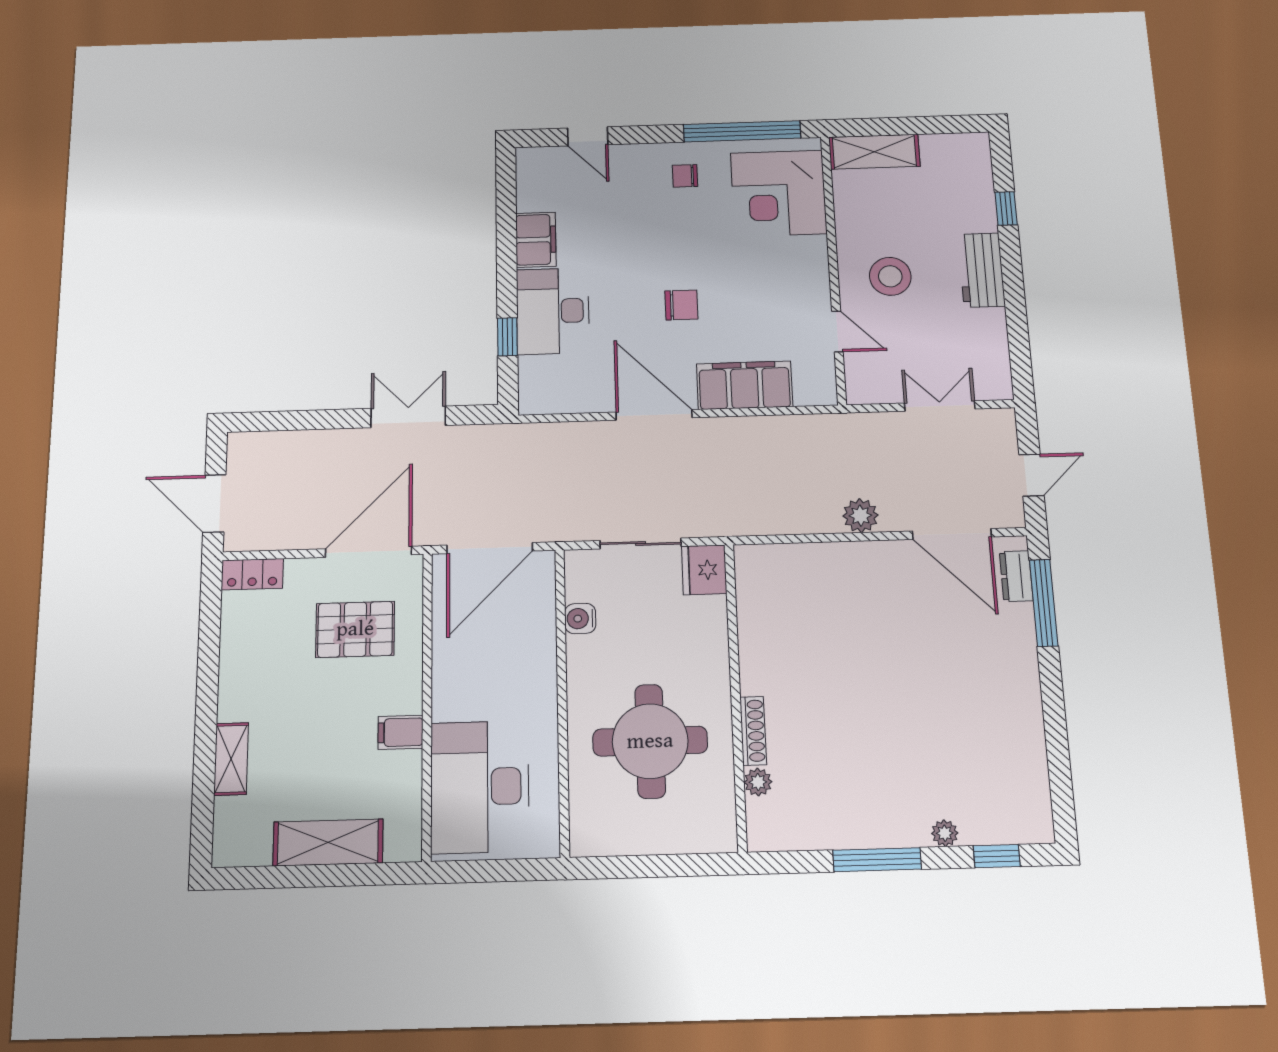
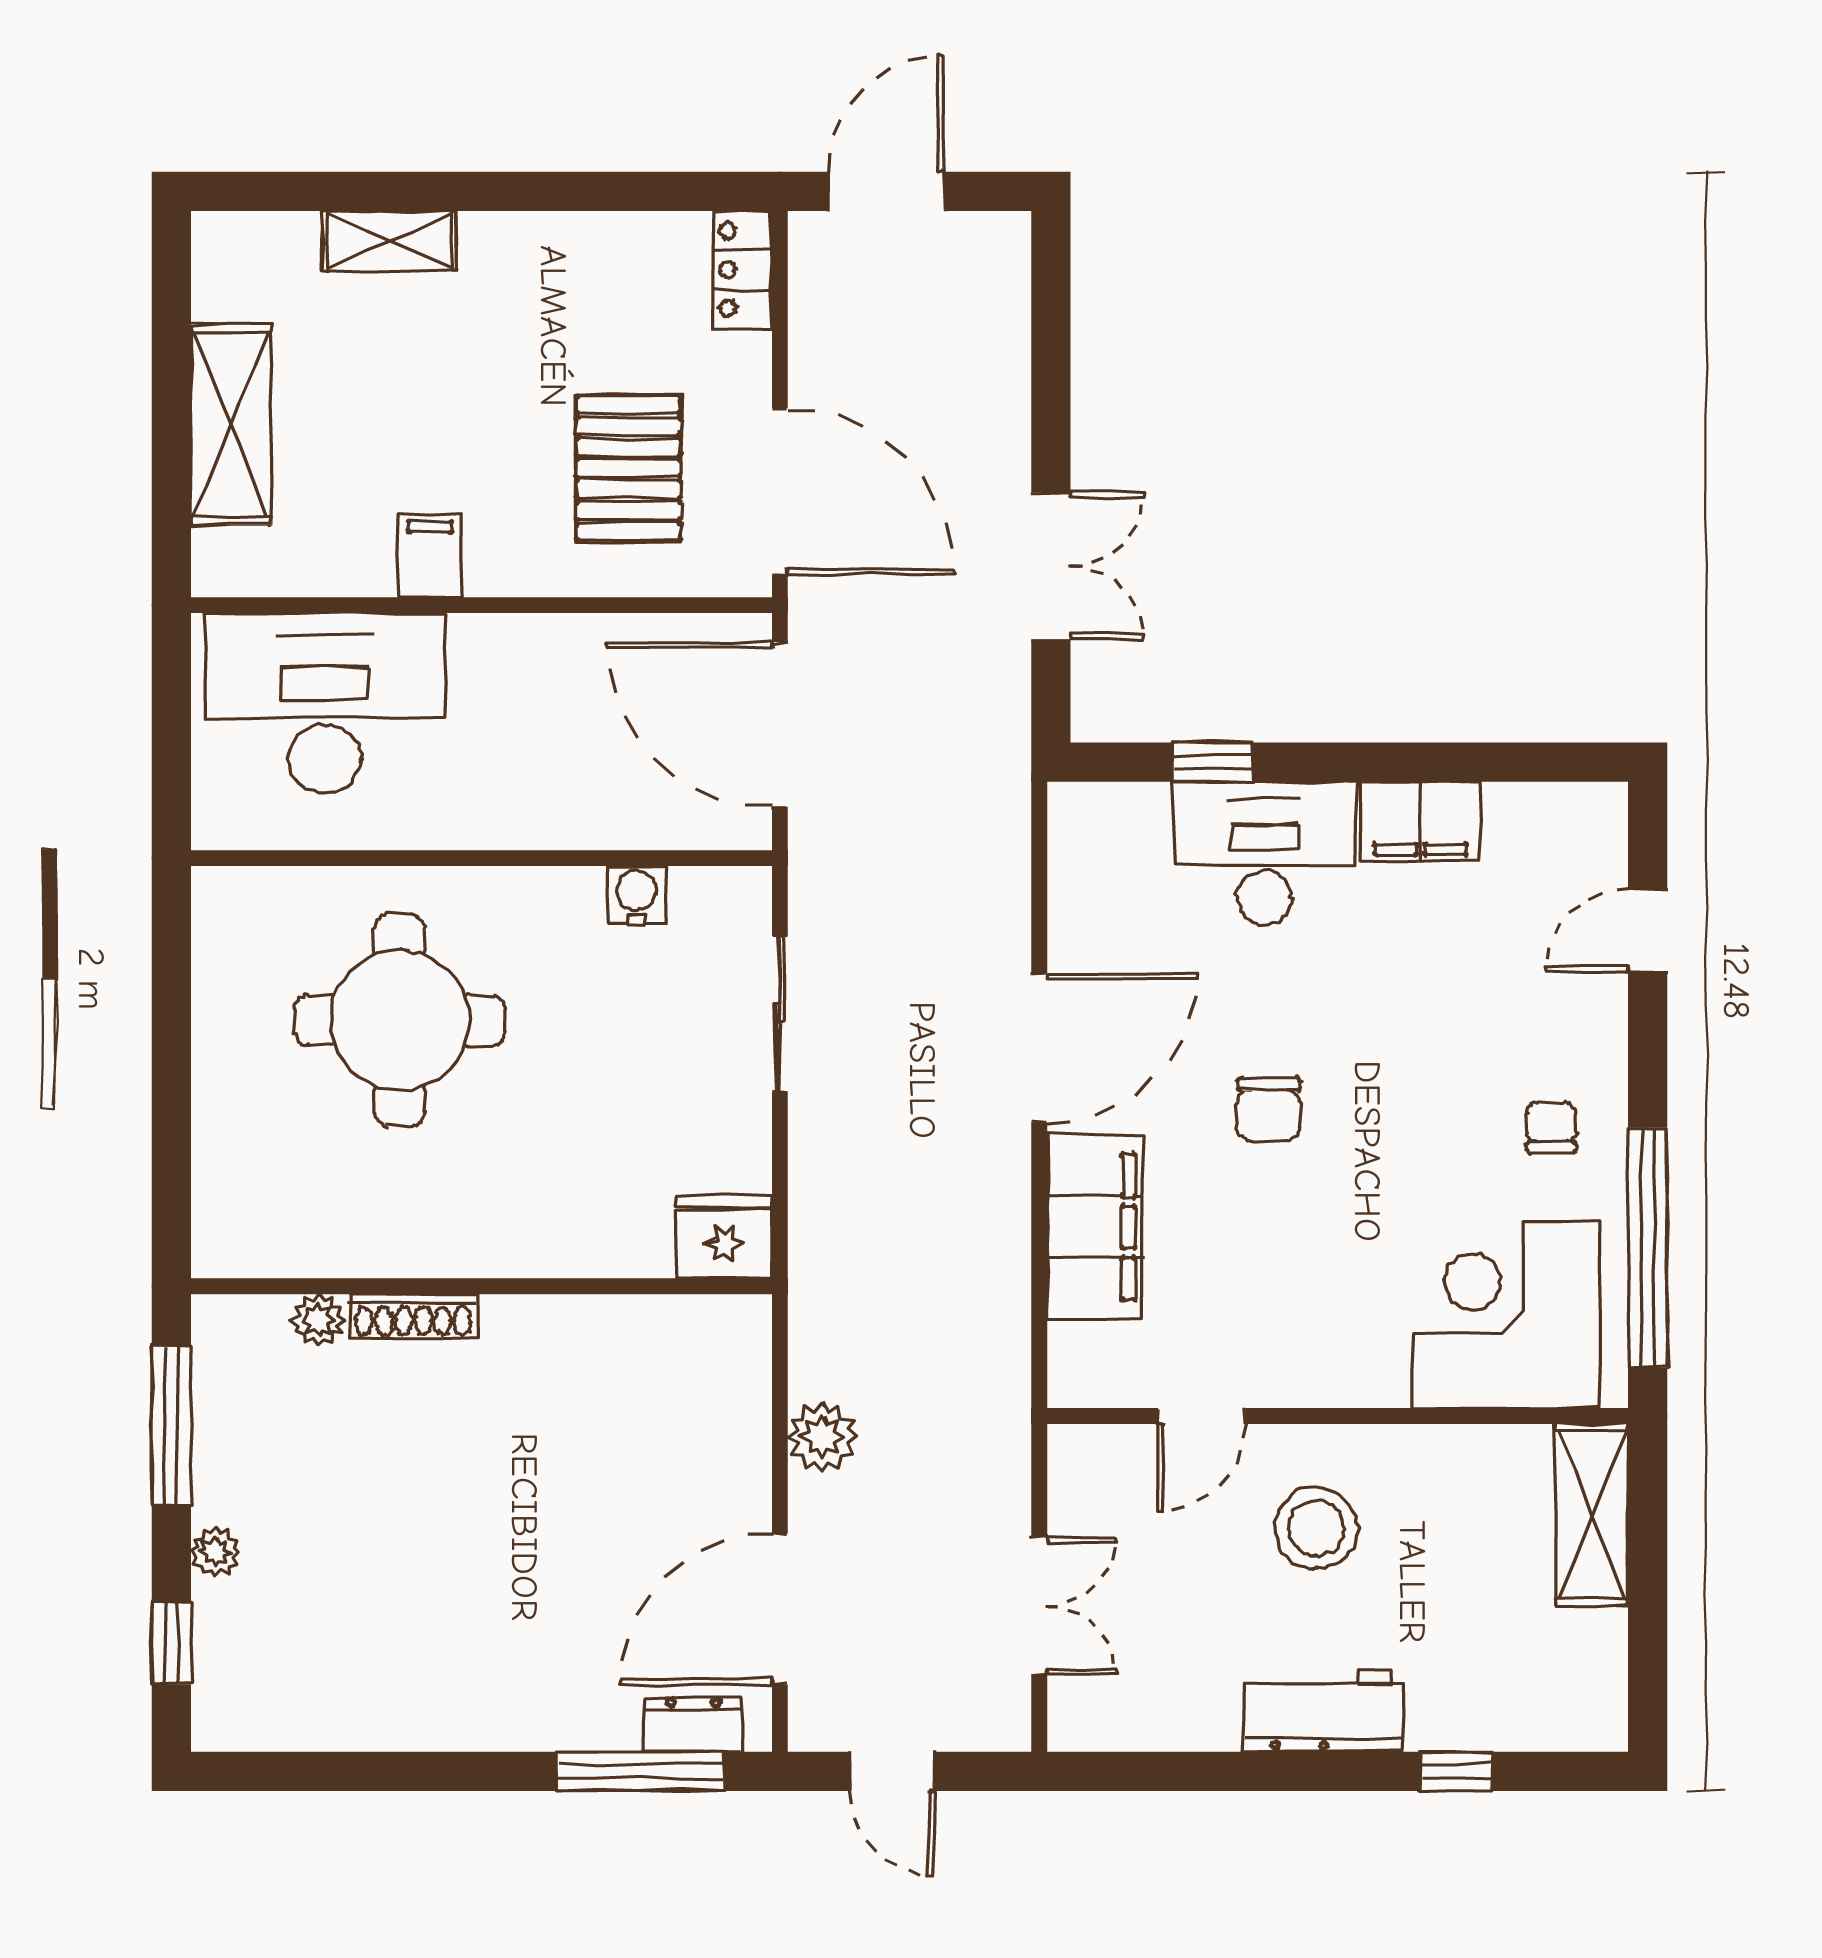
fridge: (704, 570) -> (724, 1237), moved
wall: (736, 695) -> (481, 1286), moved
shoe rack: (753, 731) -> (413, 1316), moved
plant: (758, 782) -> (318, 1320), moved

